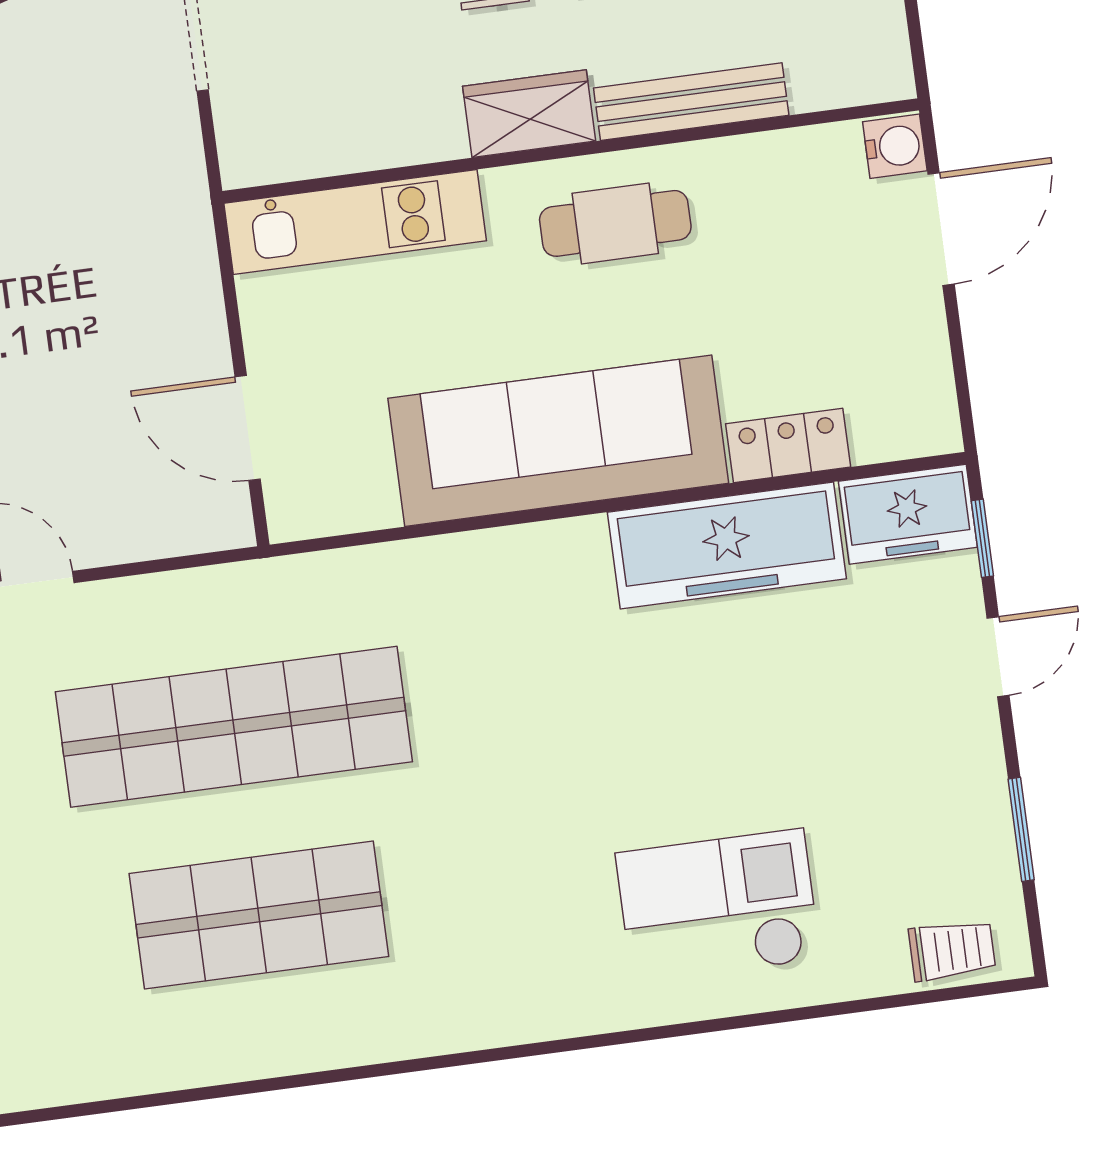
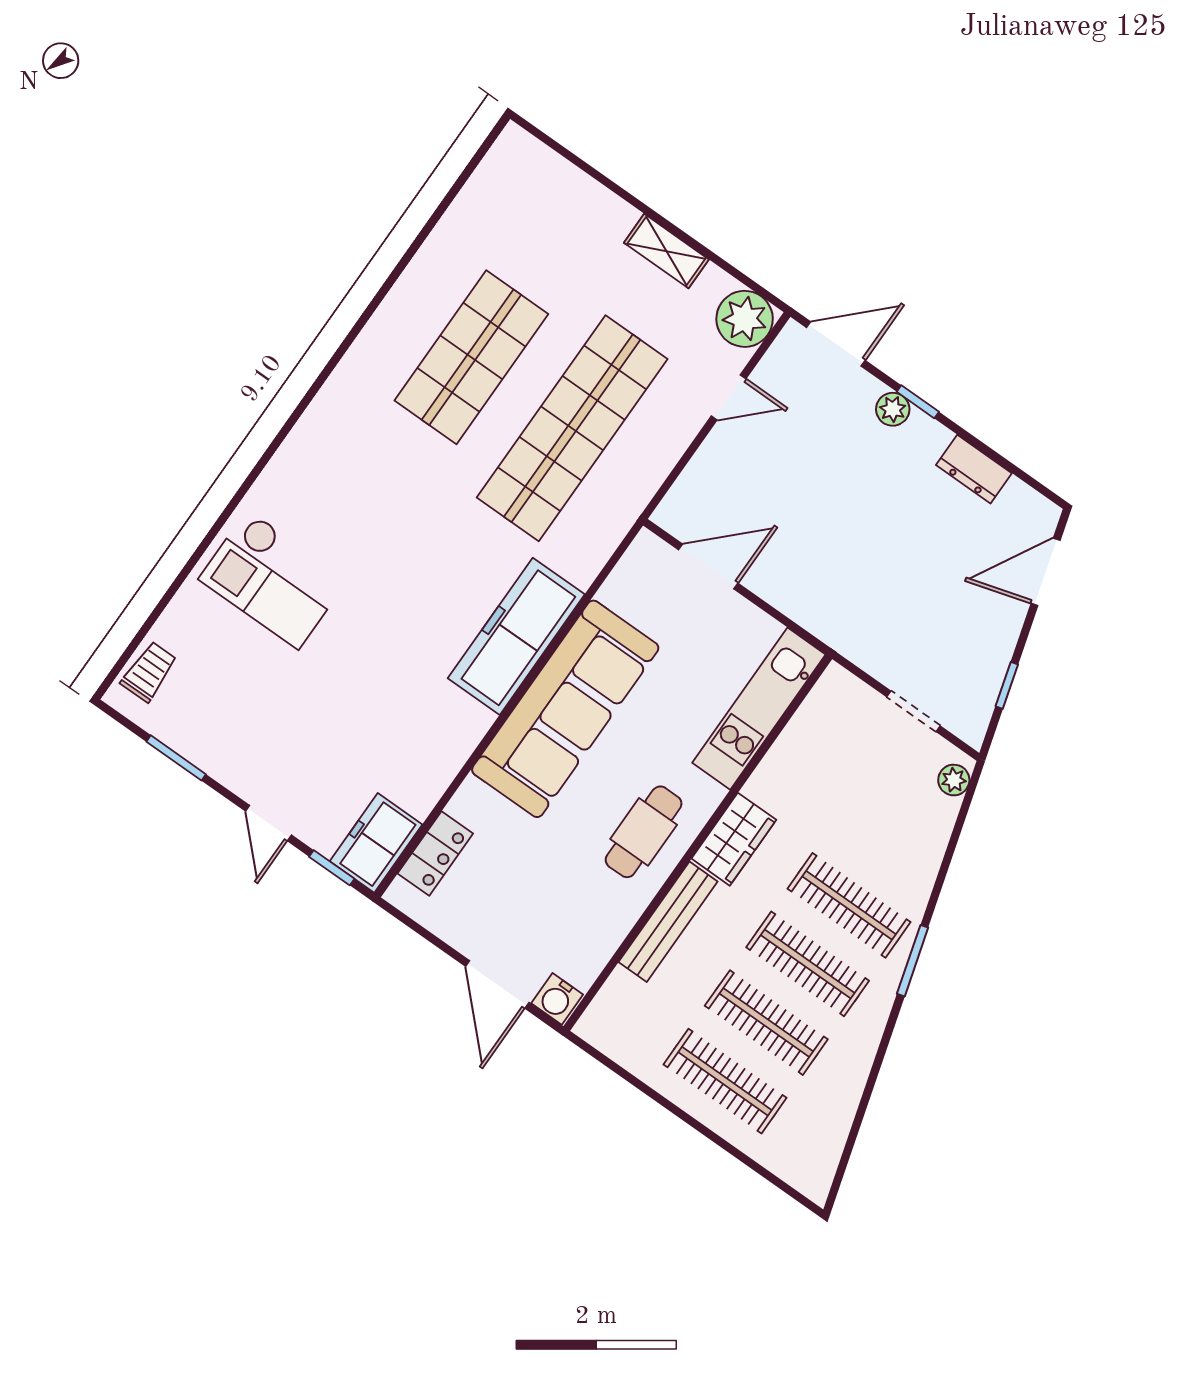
locker: (788, 445) -> (435, 854), moved
freezer: (727, 545) -> (516, 636), moved
checkout: (718, 906) -> (273, 580), turned 90
trolley: (952, 950) -> (149, 672), turned 180

